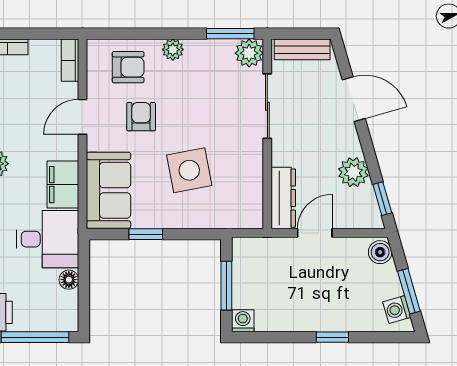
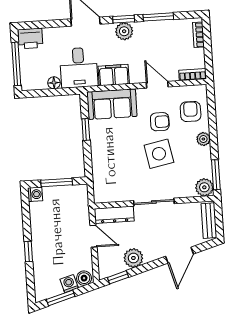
armchair: (128, 67) -> (191, 111), turned 180
sliding door: (267, 106) -> (154, 202), moved
side table: (189, 170) -> (159, 154), moved
washing machine: (397, 310) -> (69, 284), moved

